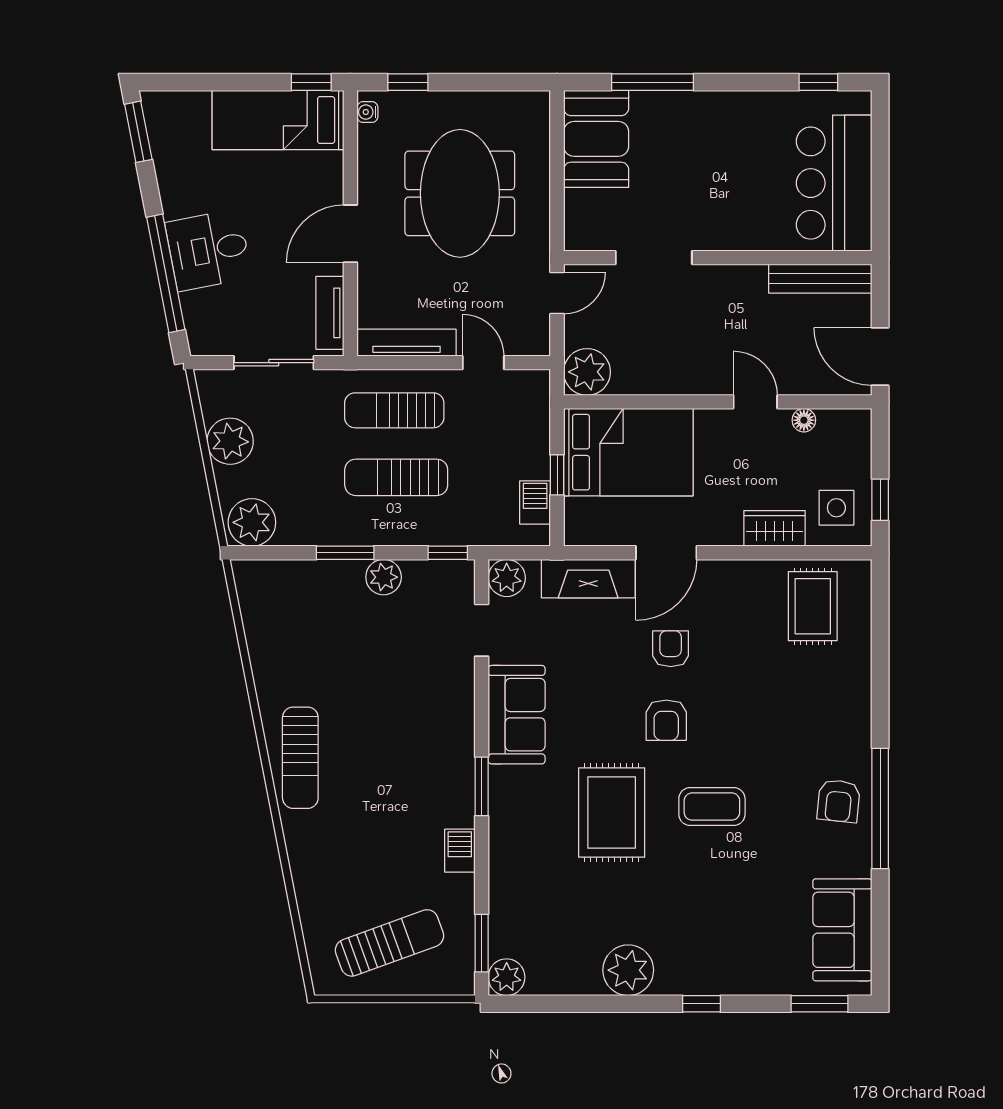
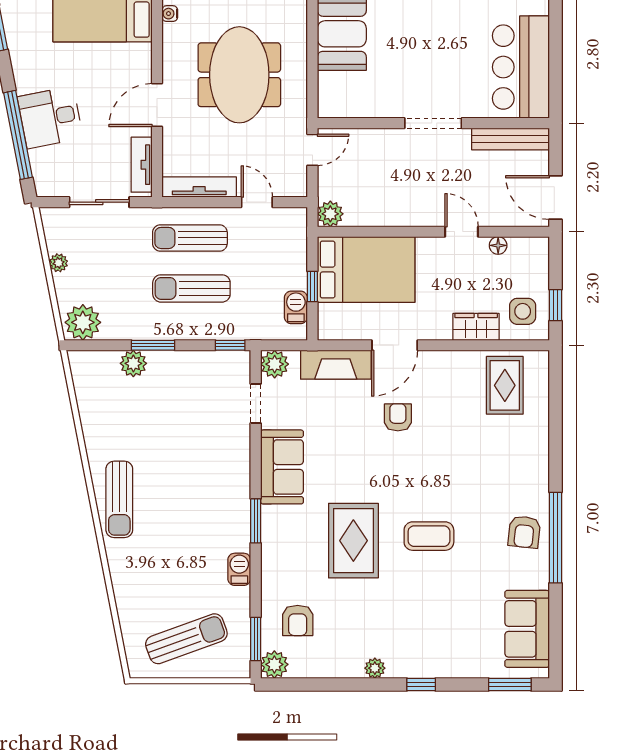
doorway: (654, 258) -> (433, 123), moved
plant: (587, 372) -> (330, 214), width x0.73, depth x0.73
plant: (230, 441) -> (59, 263), width x0.53, depth x0.53
plant: (384, 577) -> (133, 363), moved
armchair: (666, 720) -> (298, 620), moved
plant: (628, 970) -> (375, 668), width x0.53, depth x0.53

